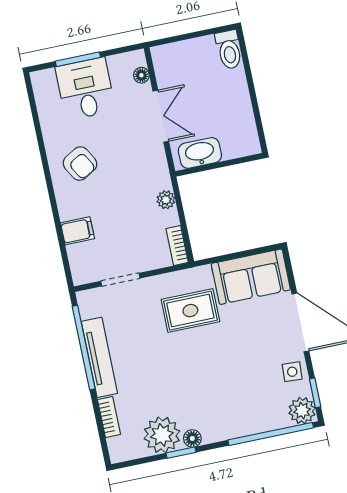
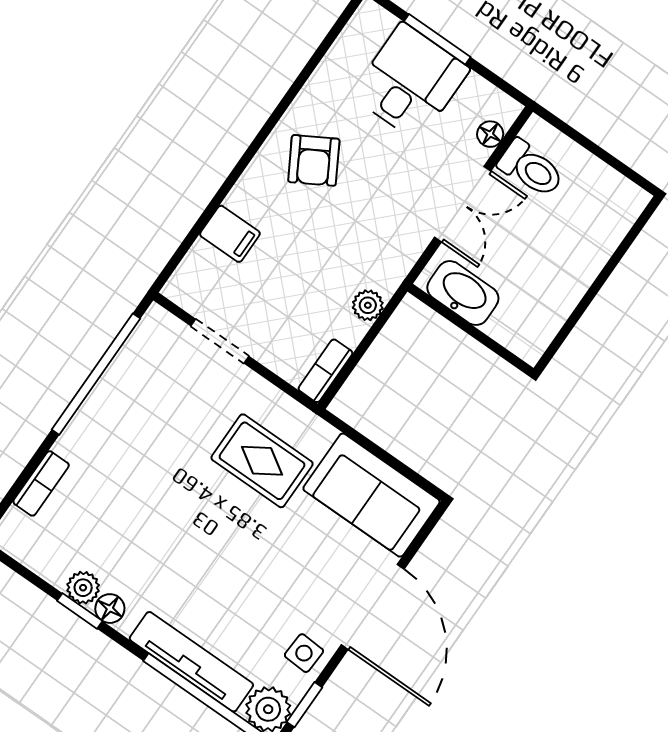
toilet: (229, 50) -> (531, 169), moved, turned -90
tv unit: (99, 357) -> (191, 662), moved, turned -90
plant: (162, 435) -> (83, 588), width x0.53, depth x0.53

